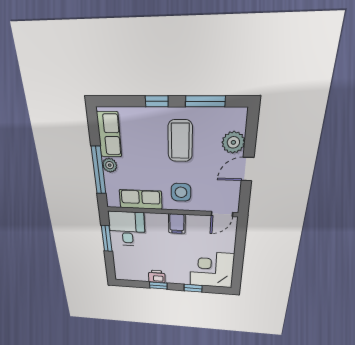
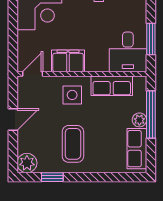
window: (157, 101) -> (93, 177), removed
window: (205, 101) -> (52, 177), width x0.67
plant: (233, 142) -> (27, 163), moved
filing cabinet: (177, 224) -> (68, 61), width x2.00

